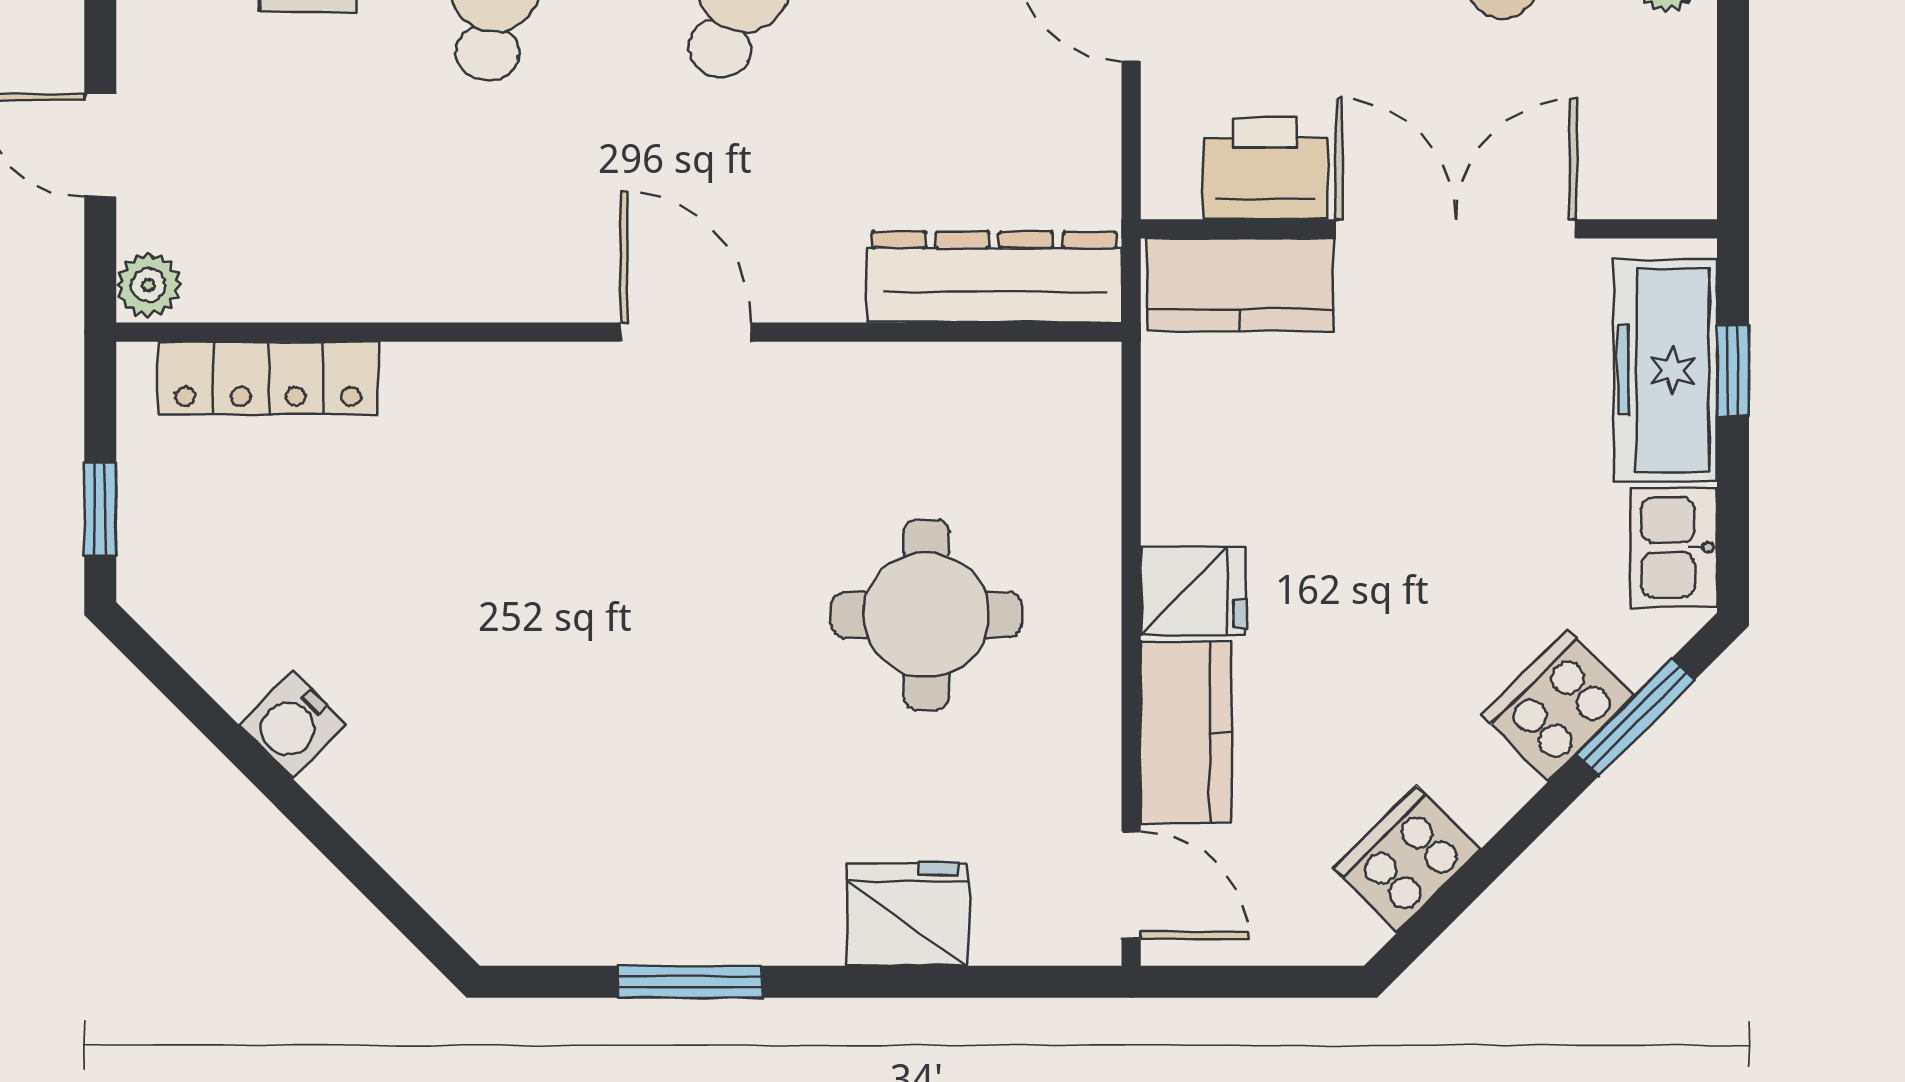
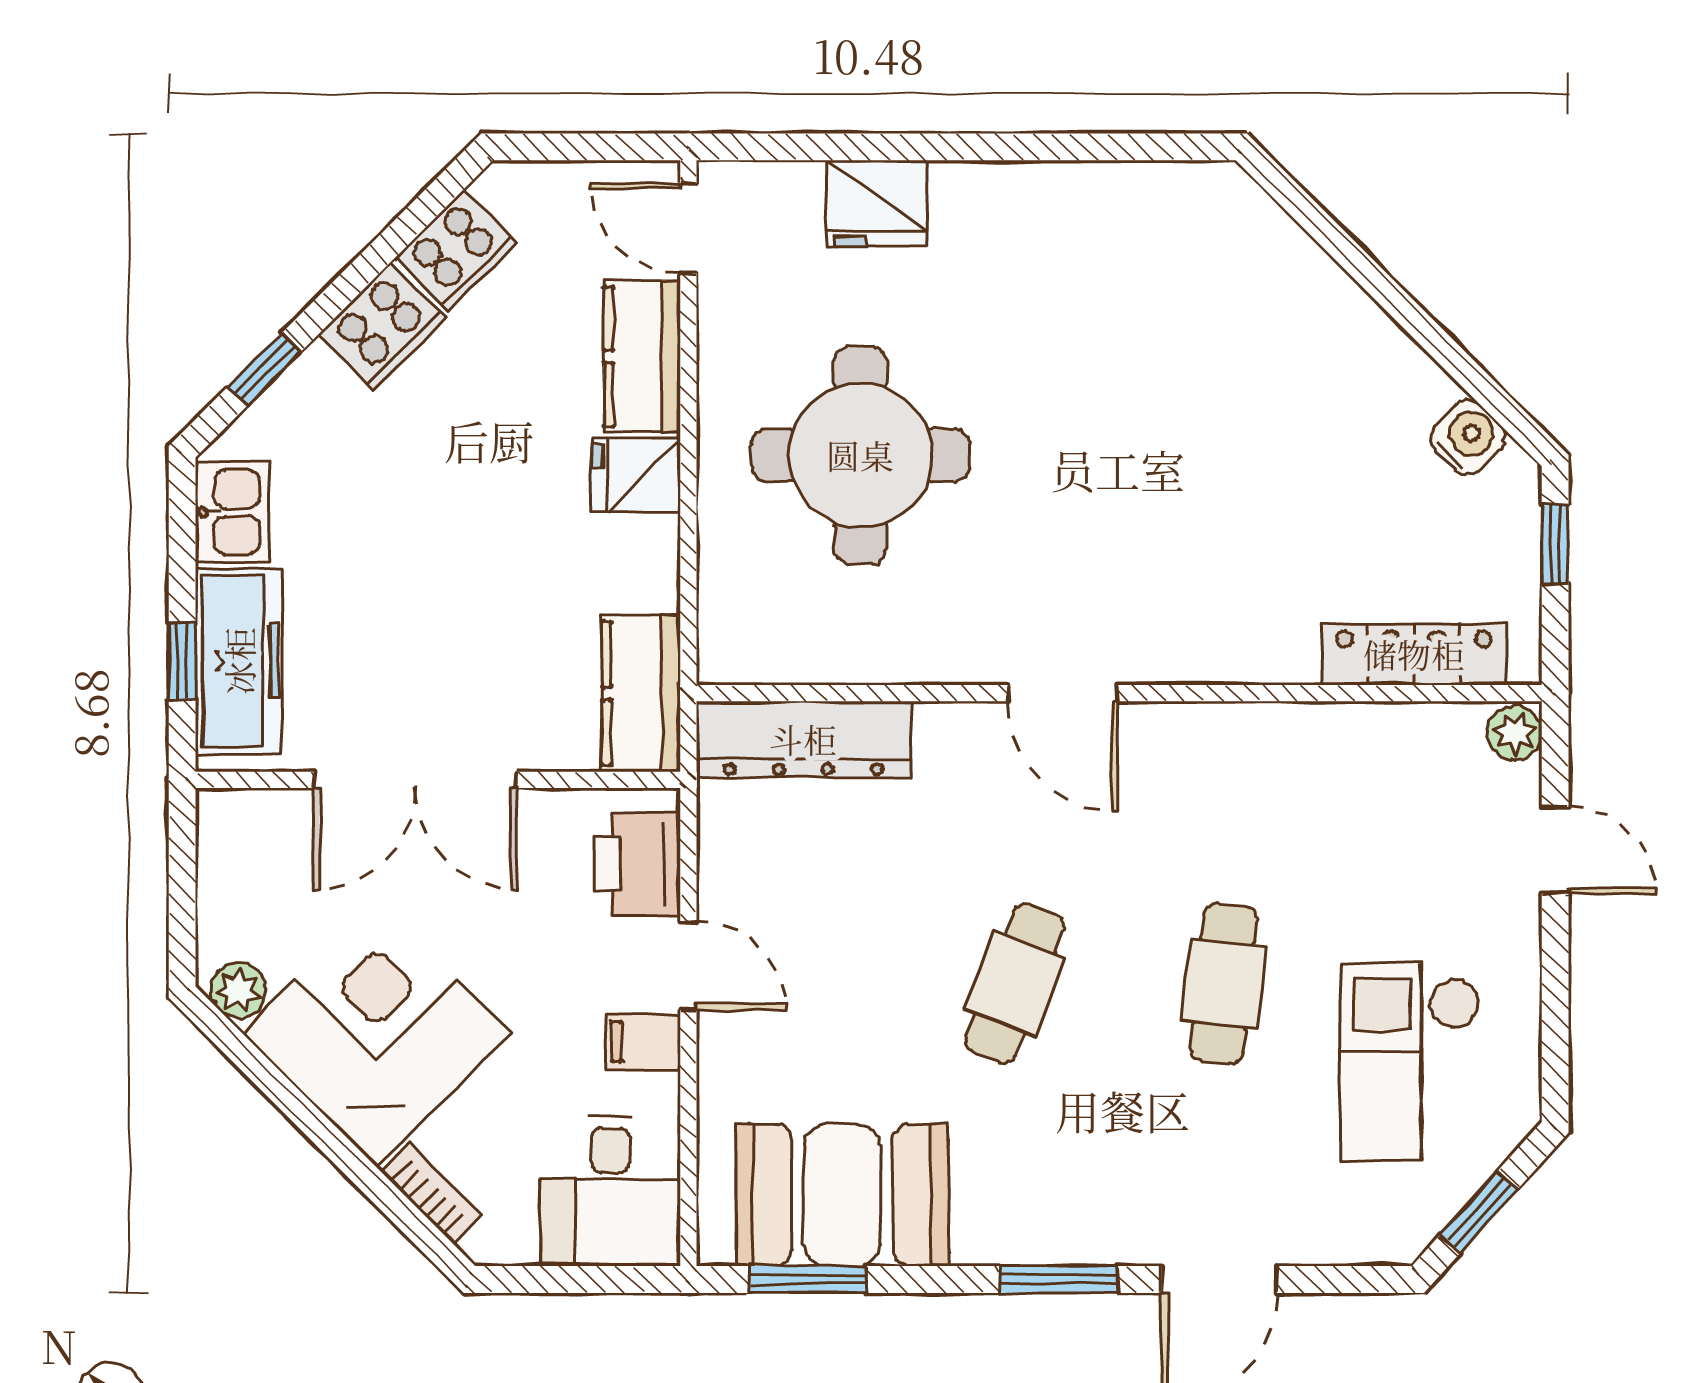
printer: (1265, 168) -> (637, 864), moved, turned 90
kitchen counter: (1240, 285) -> (641, 694), moved, turned -90
round table: (926, 615) -> (860, 455), width x1.36, depth x1.36
cooker: (1558, 706) -> (383, 326), moved
window: (1635, 717) -> (264, 370), width x0.67
water cooler: (292, 724) -> (1468, 437), moved
window: (690, 982) -> (1059, 147), removed

